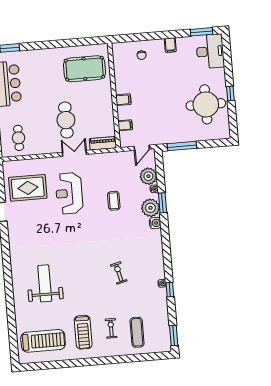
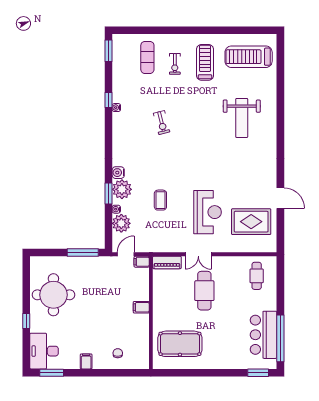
window: (230, 93) -> (26, 321), moved
filing cabinet: (125, 125) -> (142, 262), moved

